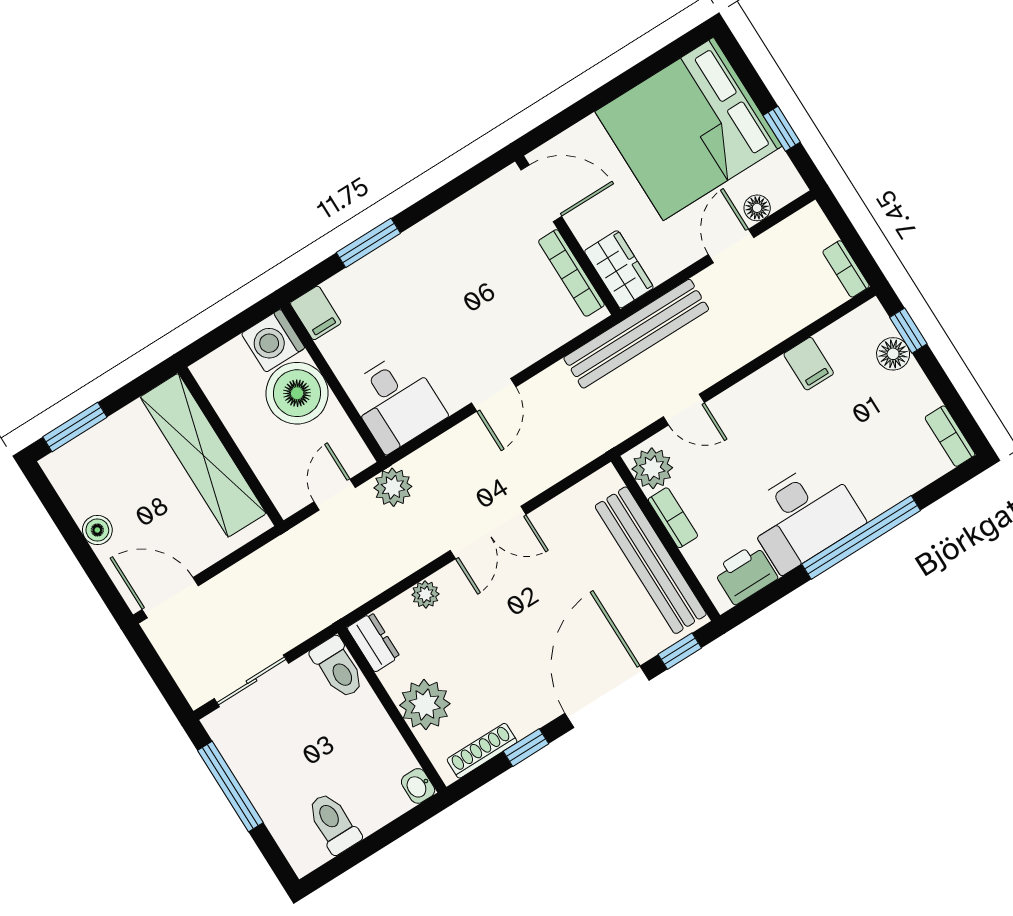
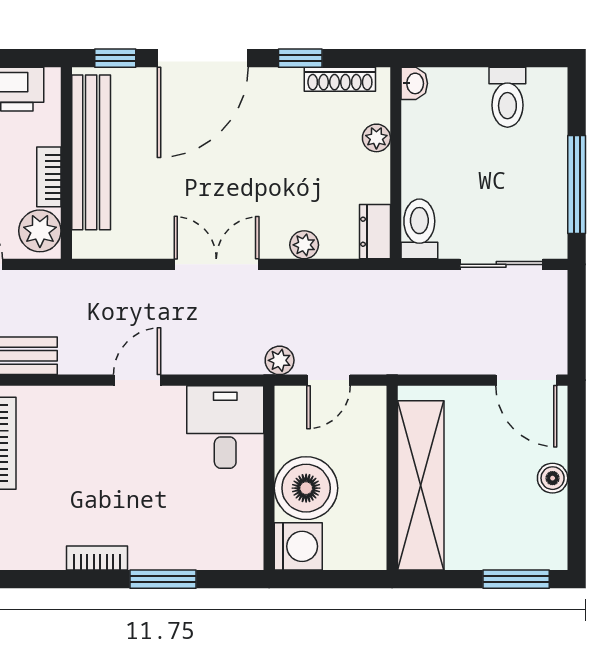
bookcase: (434, 226) -> (97, 558), added
filing cabinet: (316, 313) -> (246, 547), removed
plant: (393, 487) -> (280, 360), width x0.73, depth x0.73
plant: (425, 705) -> (376, 138), width x0.53, depth x0.53

